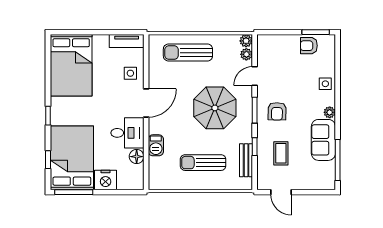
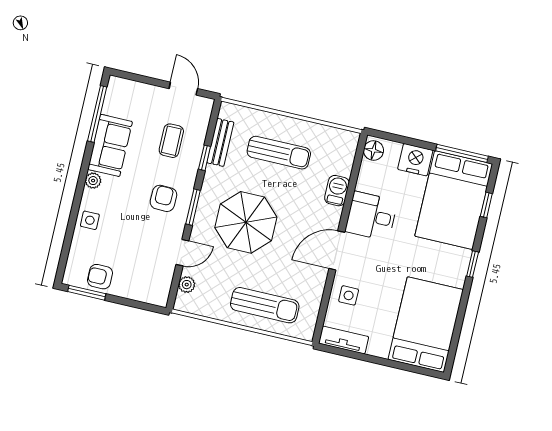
plant: (246, 41) -> (183, 303), removed
armchair: (309, 46) -> (100, 277), turned 180
floor lamp: (137, 157) -> (374, 150), moved

